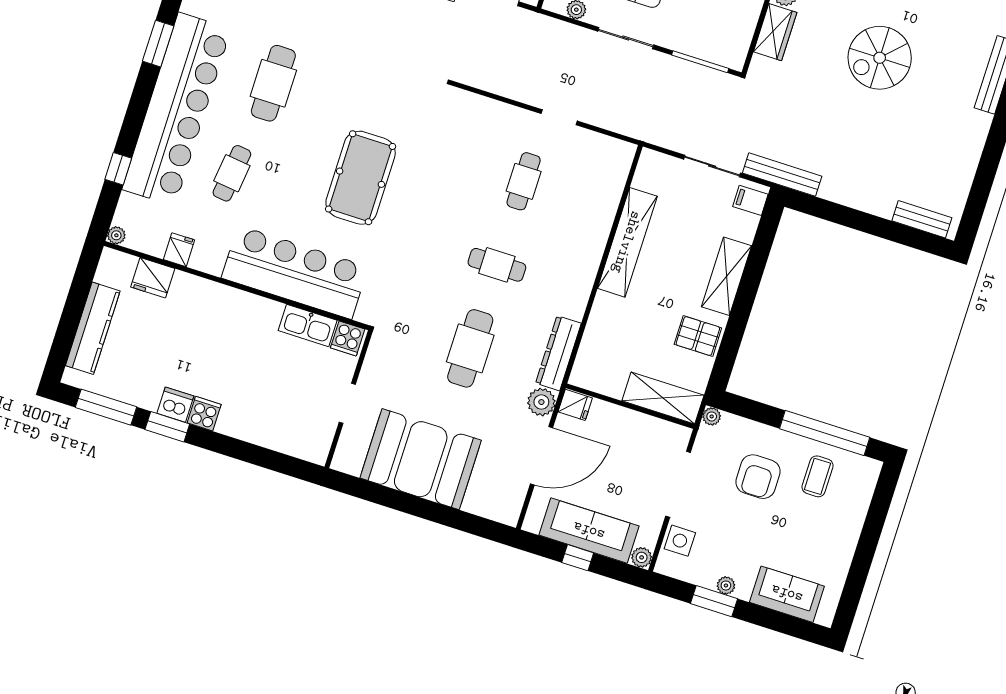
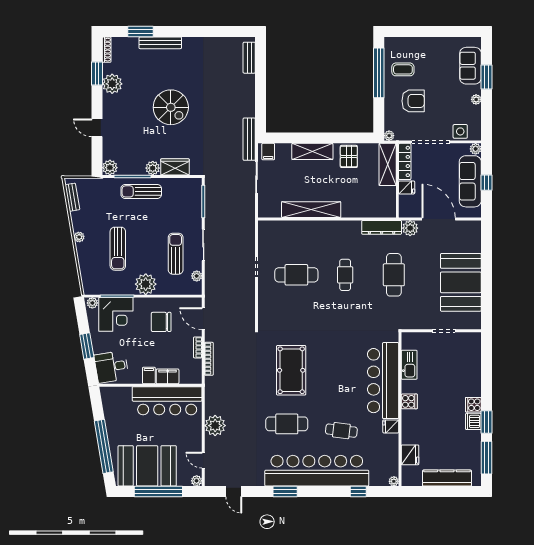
pool table: (361, 178) -> (291, 370), moved, turned 90
cafe table: (524, 181) -> (296, 275), width x1.37, depth x1.35
fridge: (179, 250) -> (391, 426), moved
cooker: (348, 338) -> (409, 401), moved
cafe table: (470, 348) -> (394, 275), turned 90
fridge: (575, 405) -> (407, 187), moved, turned 90
locker: (659, 429) -> (405, 161), added
window: (714, 601) -> (486, 77), moved

